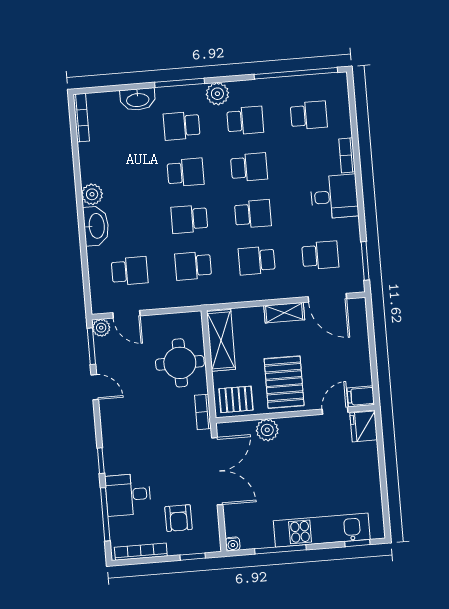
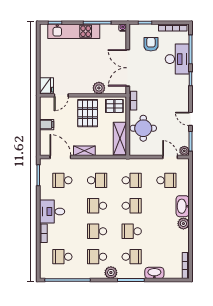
school desk: (130, 271) -> (166, 180), turned 180
filing cabinet: (361, 396) -> (47, 125), moved
desk: (128, 495) -> (177, 59), width x1.37

